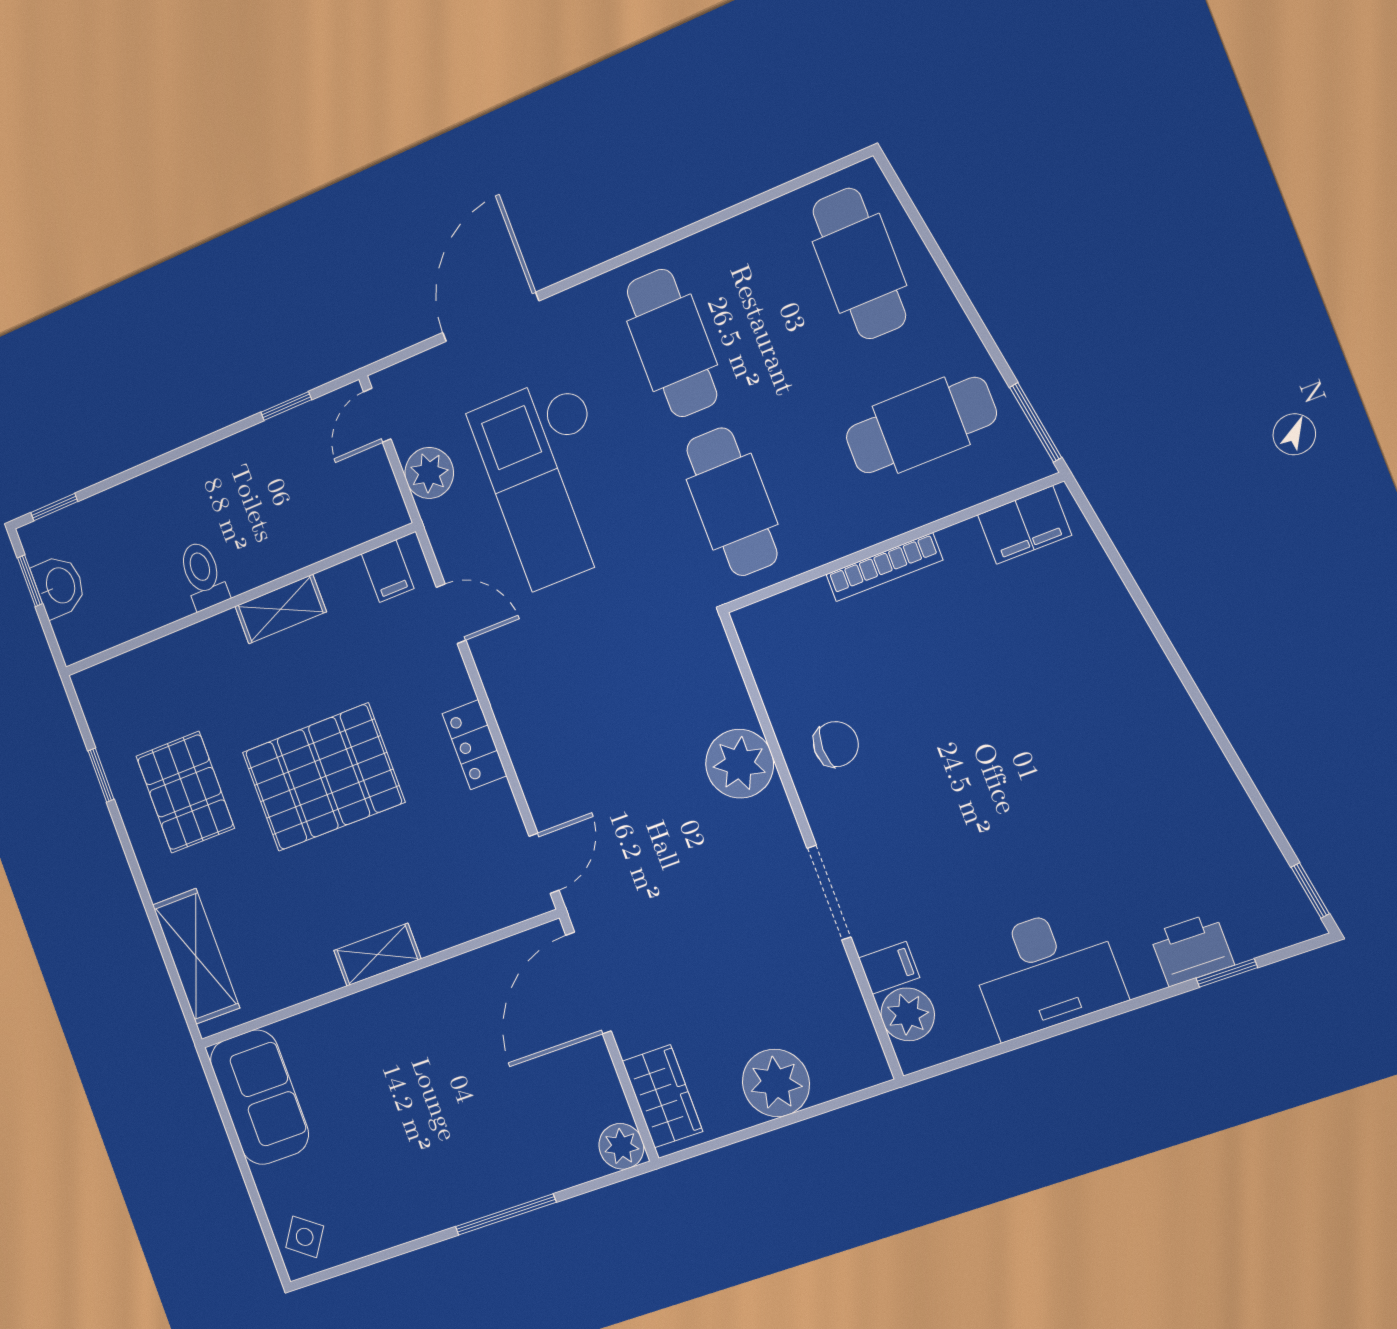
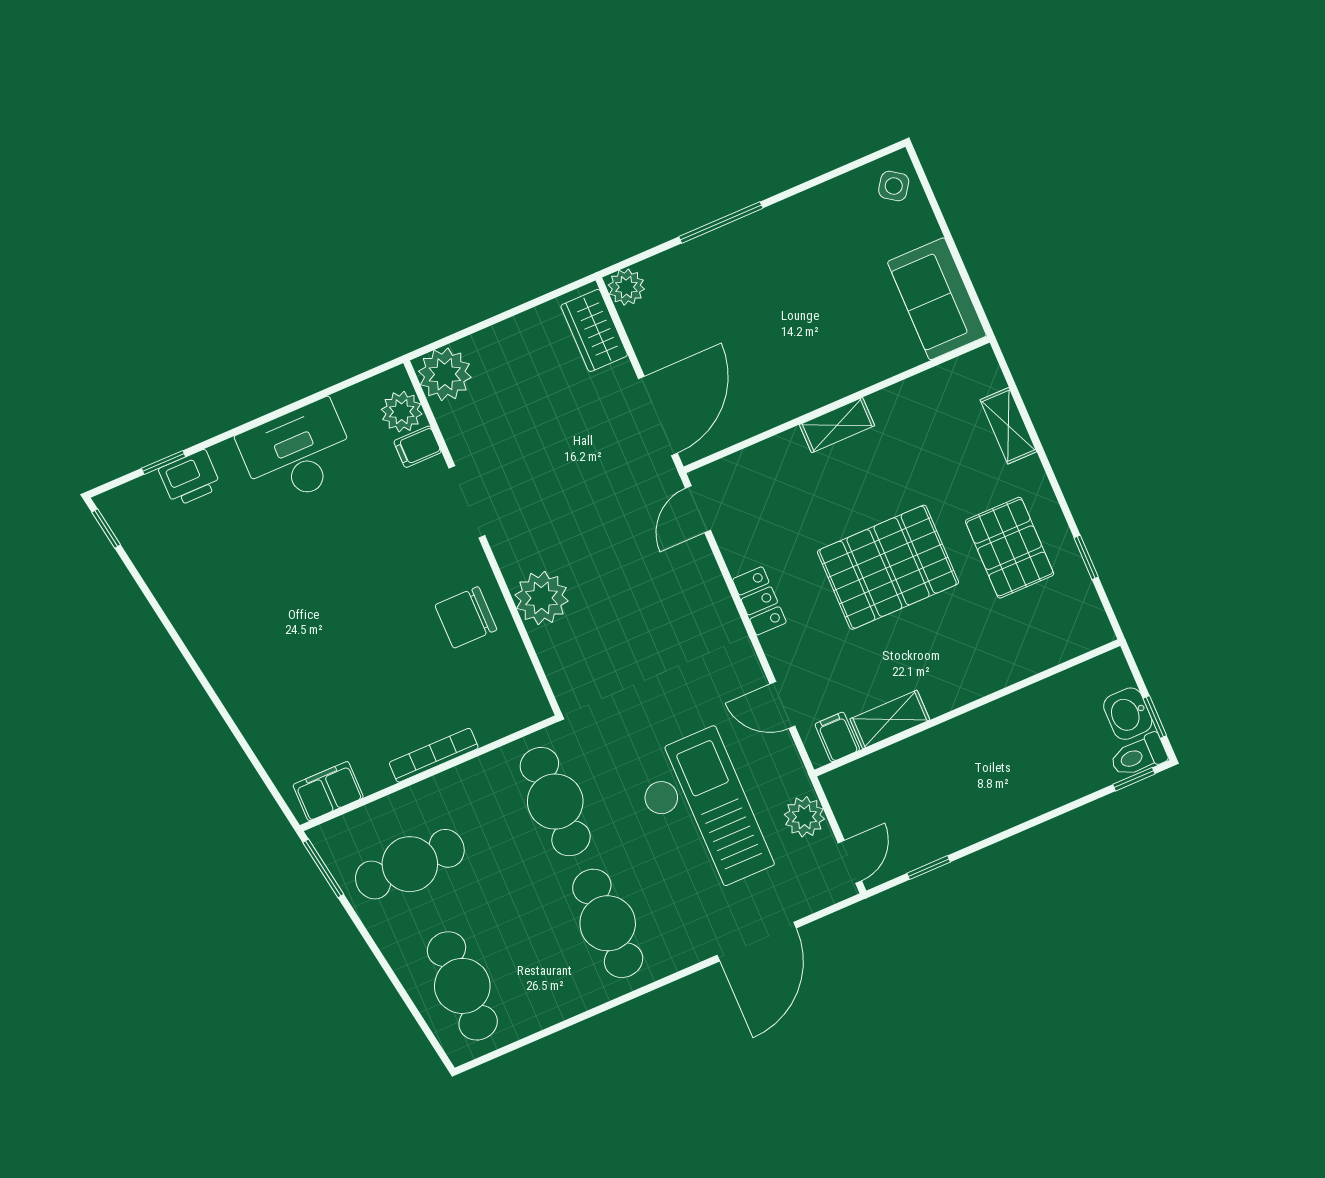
toilet: (203, 575) -> (1138, 756), moved, turned 90
shelving: (281, 609) -> (890, 719), moved
chair: (836, 744) -> (466, 617), width x1.37, depth x1.37
shelving: (196, 956) -> (1008, 426), width x0.67, depth x0.75
plant: (776, 1083) -> (445, 374), moved

